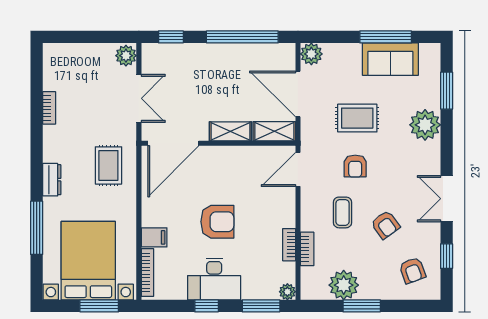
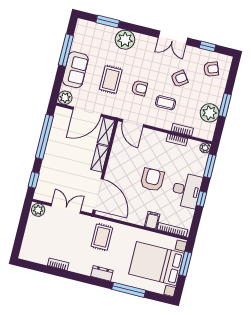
sofa: (390, 59) -> (75, 70), moved
rug: (108, 165) -> (102, 237), turned 90

